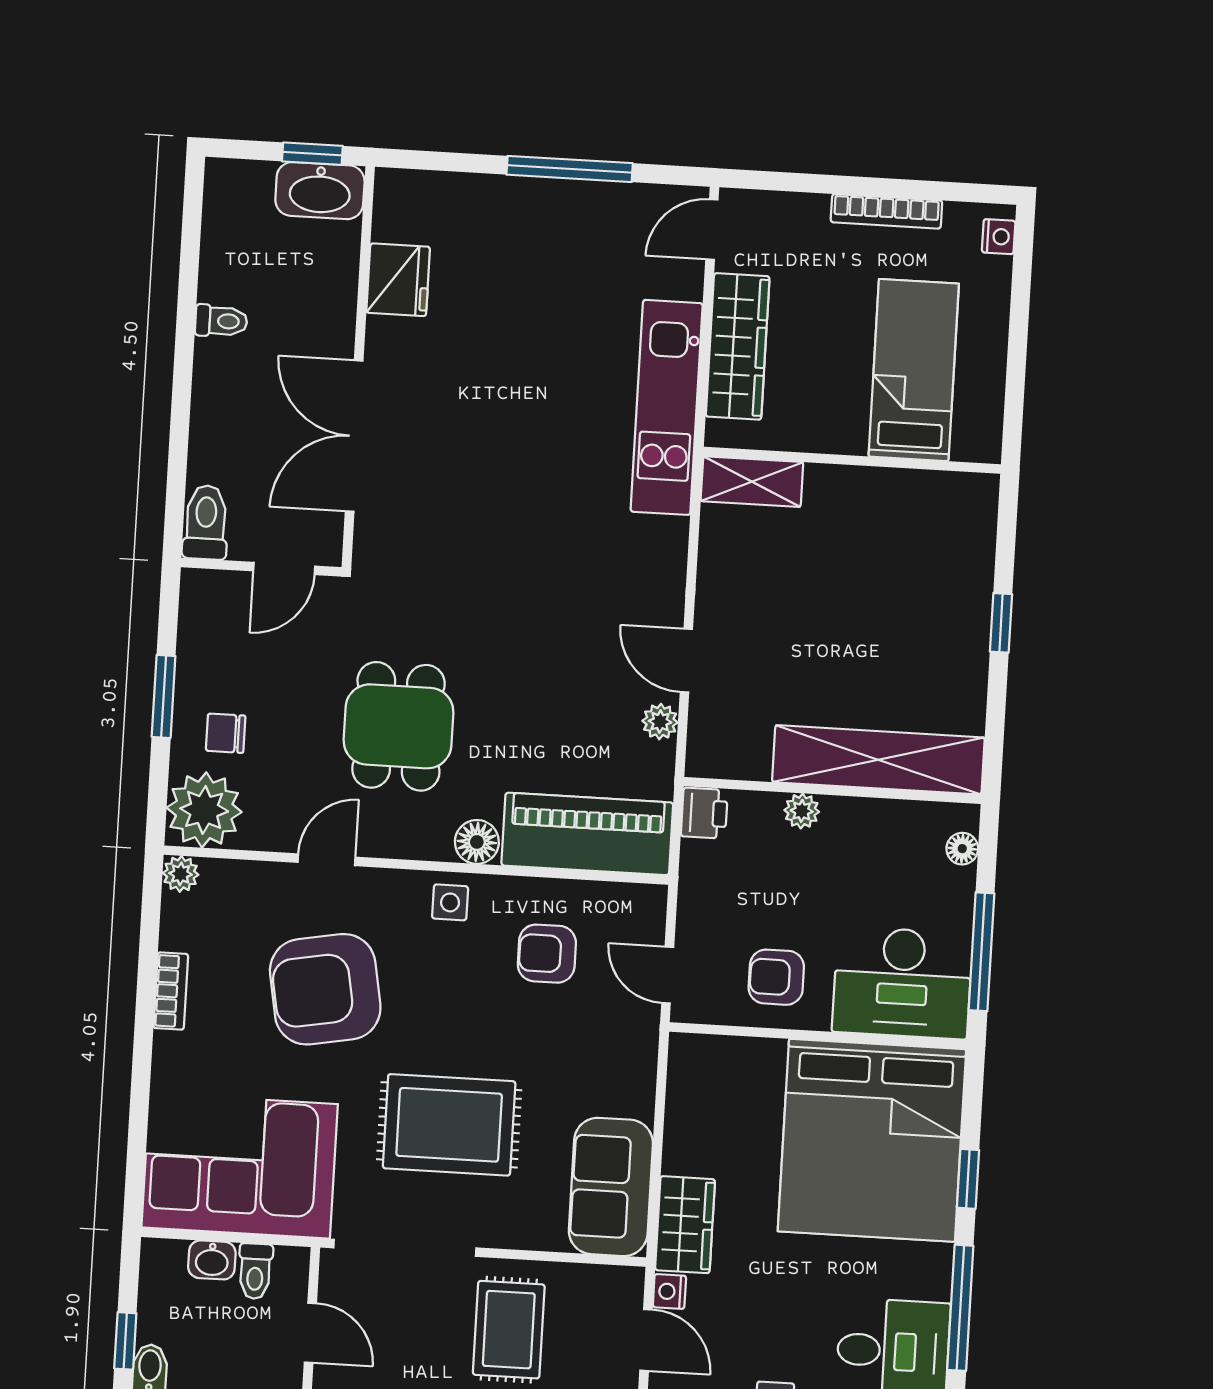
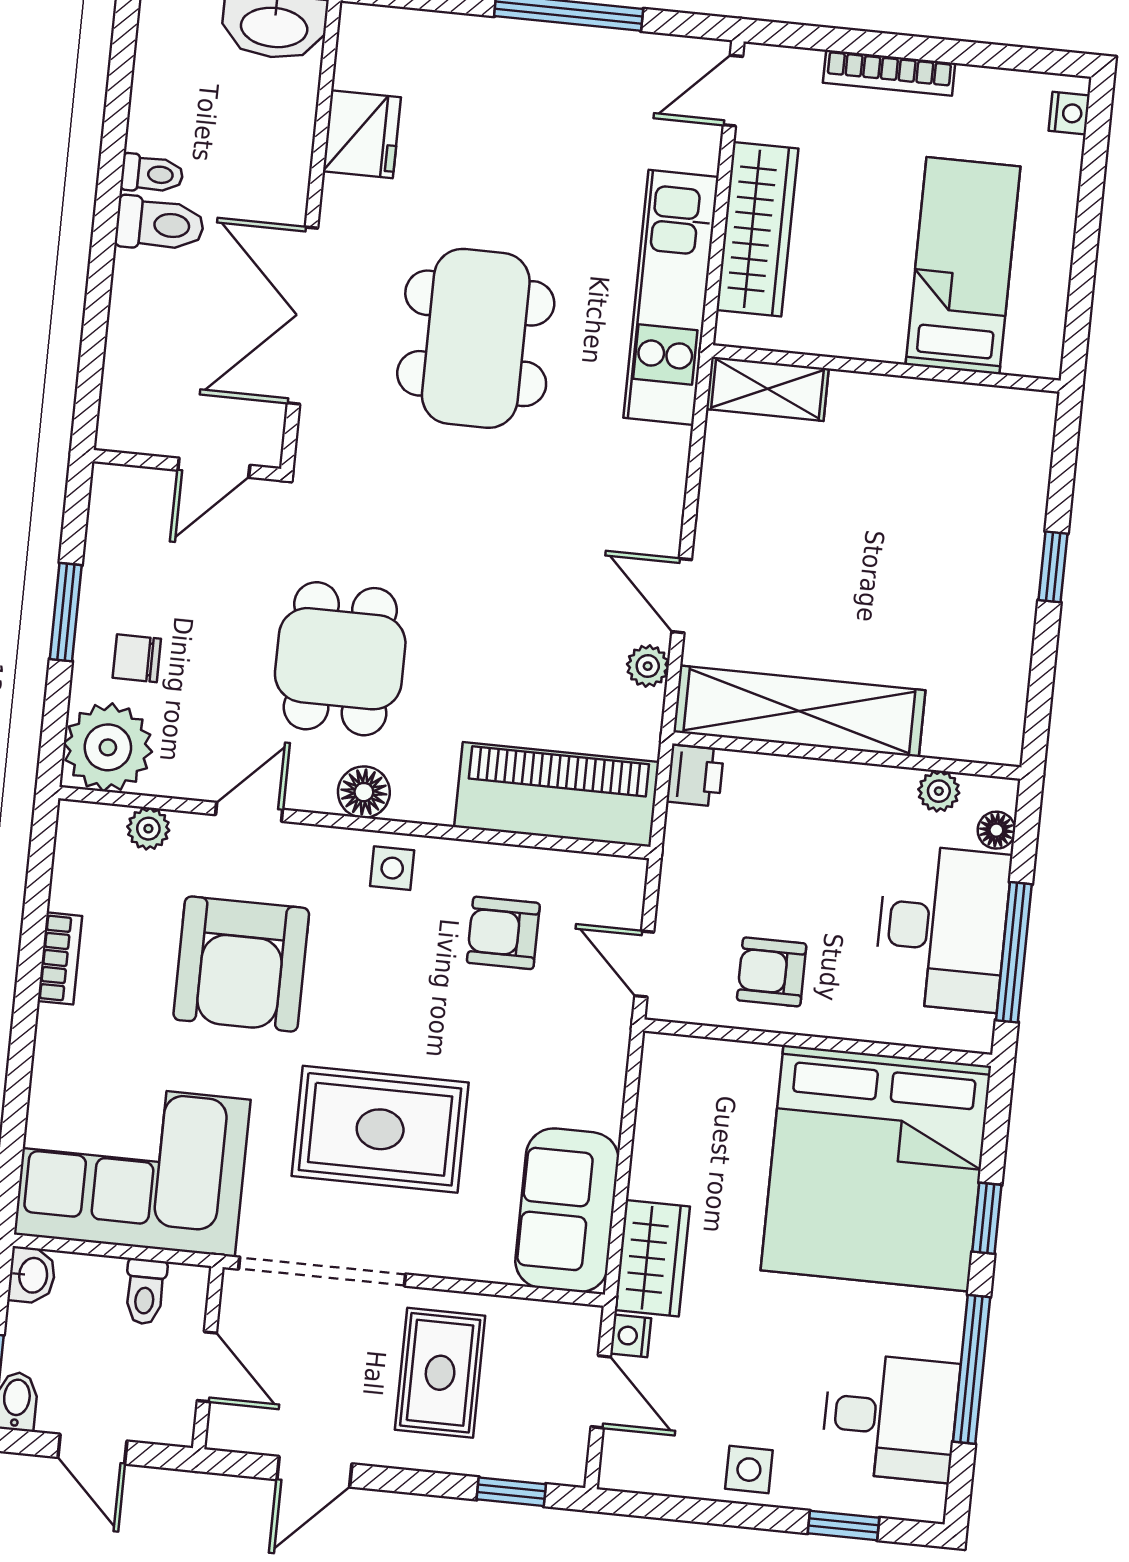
bookcase: (886, 211) -> (889, 73), moved
dining table: (502, 449) -> (476, 338), added
toilet: (206, 522) -> (160, 224), moved, turned 90
shelving: (878, 760) -> (799, 711), moved
plant: (802, 811) -> (939, 791), moved
floor lamp: (477, 842) -> (364, 792), moved
plant: (181, 874) -> (148, 829), moved
desk: (902, 983) -> (942, 928), moved, turned -90
armchair: (325, 989) -> (241, 964), turned -80
washbasin: (212, 1260) -> (32, 1275), moved, turned -90

